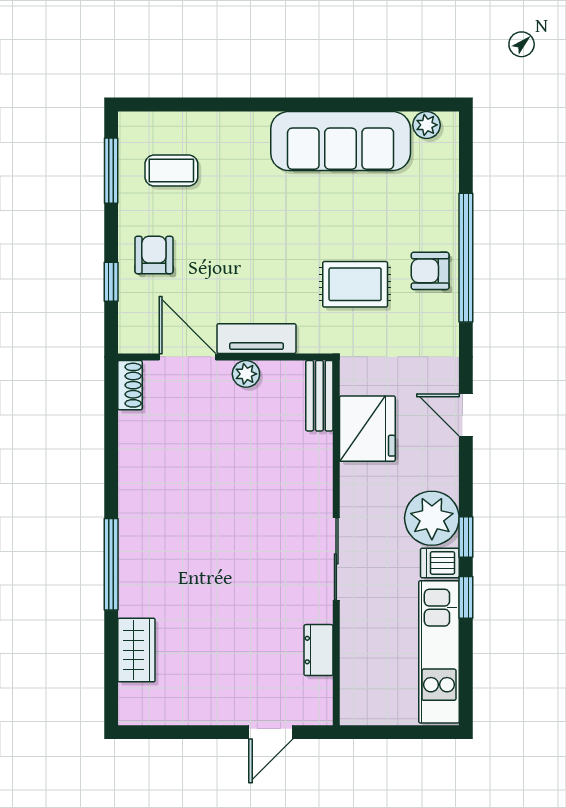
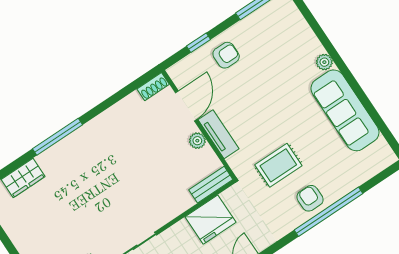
plant: (427, 125) -> (324, 62), moved
coffee table: (171, 170) -> (274, 36), removed
rug: (355, 284) -> (278, 165), turned 90

